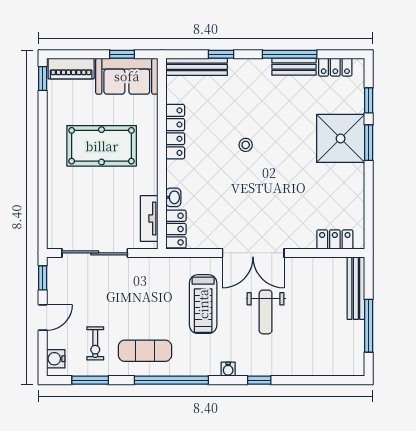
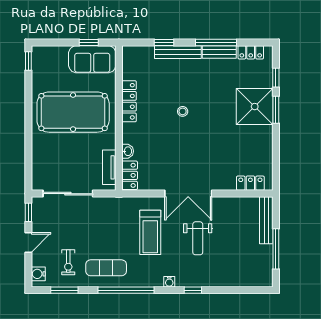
bench: (197, 67) -> (178, 52), moved
piano: (71, 69) -> (50, 53), removed
pool table: (102, 146) -> (73, 112), width x1.36, depth x1.32

